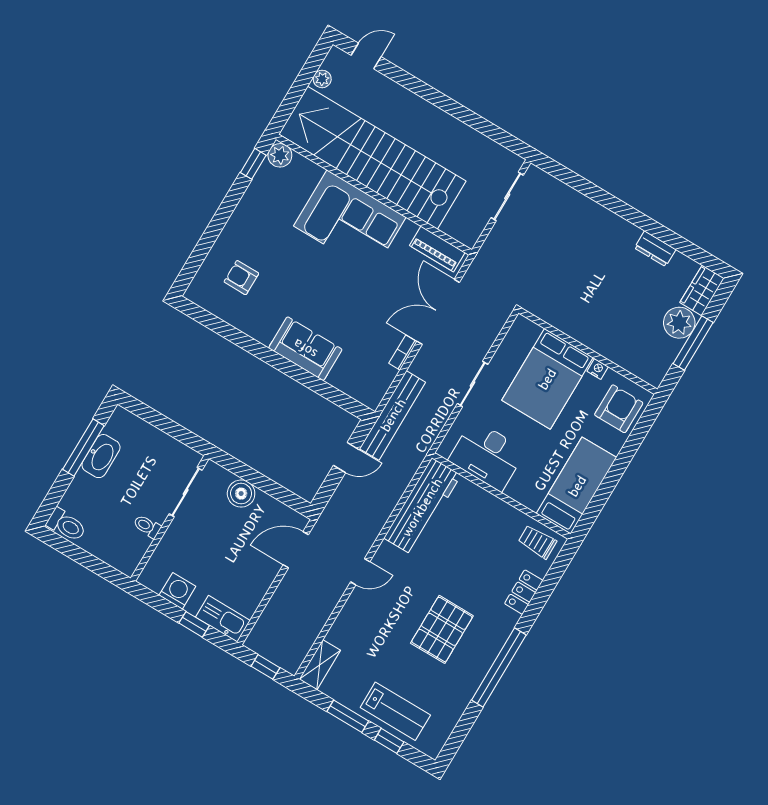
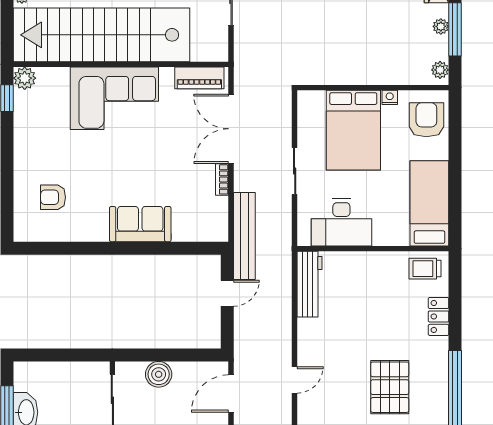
plant: (679, 323) -> (441, 26), width x0.53, depth x0.53
plant: (658, 371) -> (440, 70), added
workbench: (422, 507) -> (309, 284), width x0.73, depth x0.76

